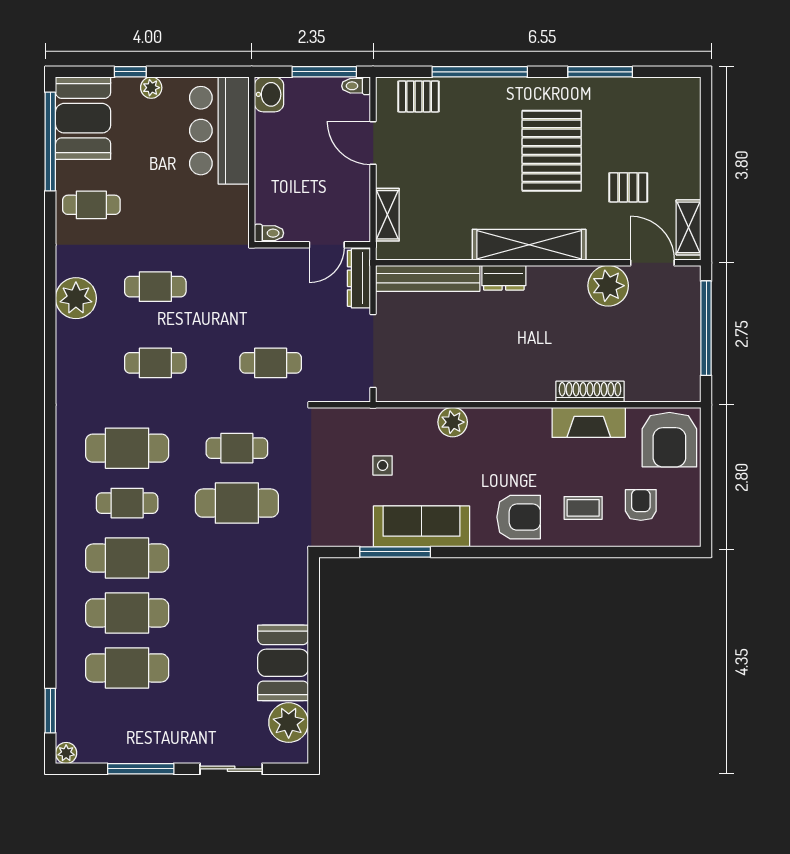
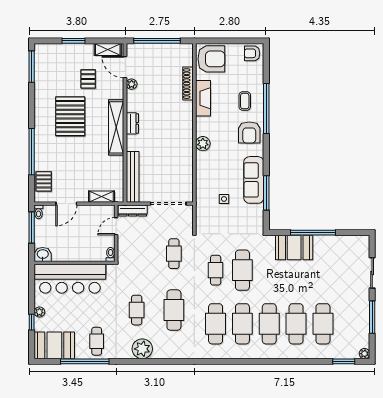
window: (600, 72) -> (32, 67), moved
bar counter: (219, 131) -> (70, 279), width x1.36
window: (50, 141) -> (85, 361), moved
pallet: (552, 151) -> (70, 116), turned 90
window: (706, 157) -> (74, 41), added
door: (327, 245) -> (116, 226), swing flipped
door: (652, 263) -> (125, 67), hinge flipped
dresser: (504, 278) -> (132, 123), moved
plant: (608, 286) -> (132, 84), width x0.53, depth x0.53
cafe table: (155, 363) -> (174, 310), width x1.37, depth x1.35
shoe rack: (590, 392) -> (188, 84), moved
plant: (453, 422) -> (203, 144), moved
cafe table: (127, 503) -> (242, 324), width x1.37, depth x1.35
armchair: (641, 505) -> (252, 53), moved
armchair: (519, 517) -> (249, 132), turned 180
window: (568, 552) -> (266, 108), added
window: (314, 648) -> (313, 233), added
booth: (283, 663) -> (294, 248), moved
plant: (289, 723) -> (350, 245), removed

